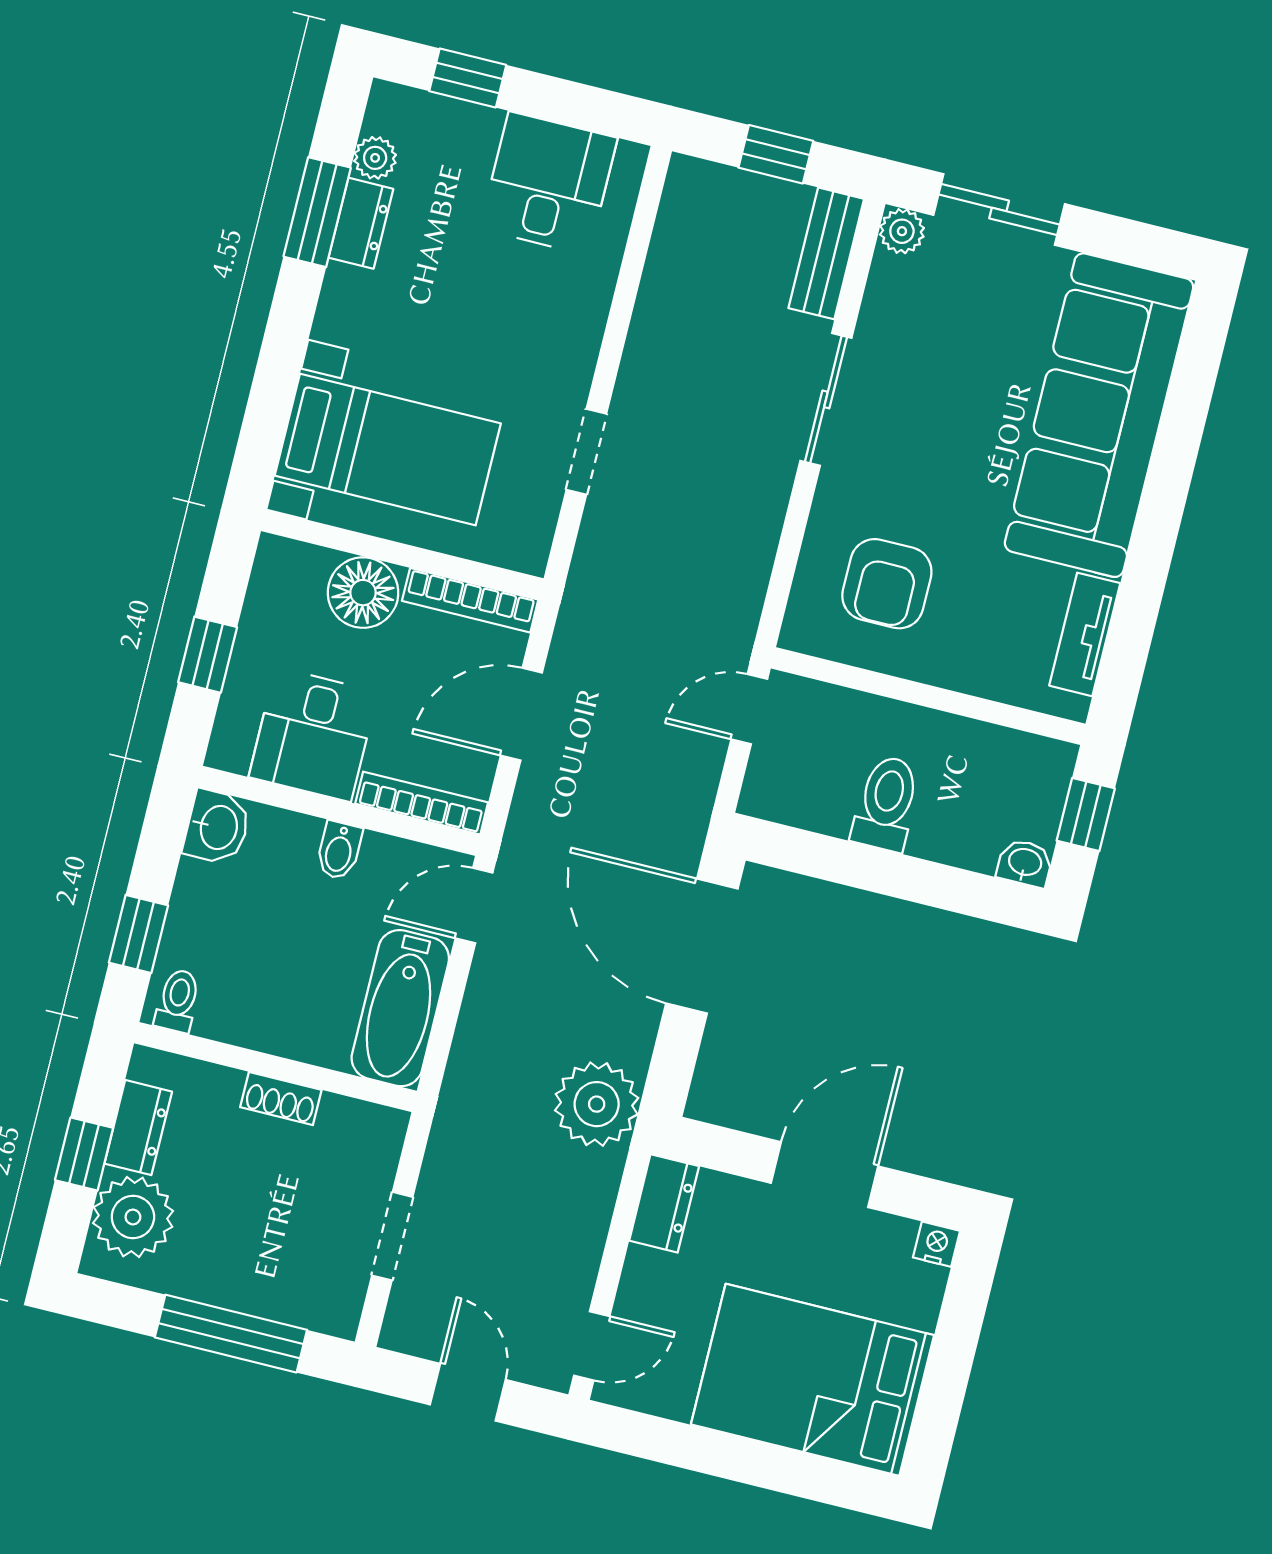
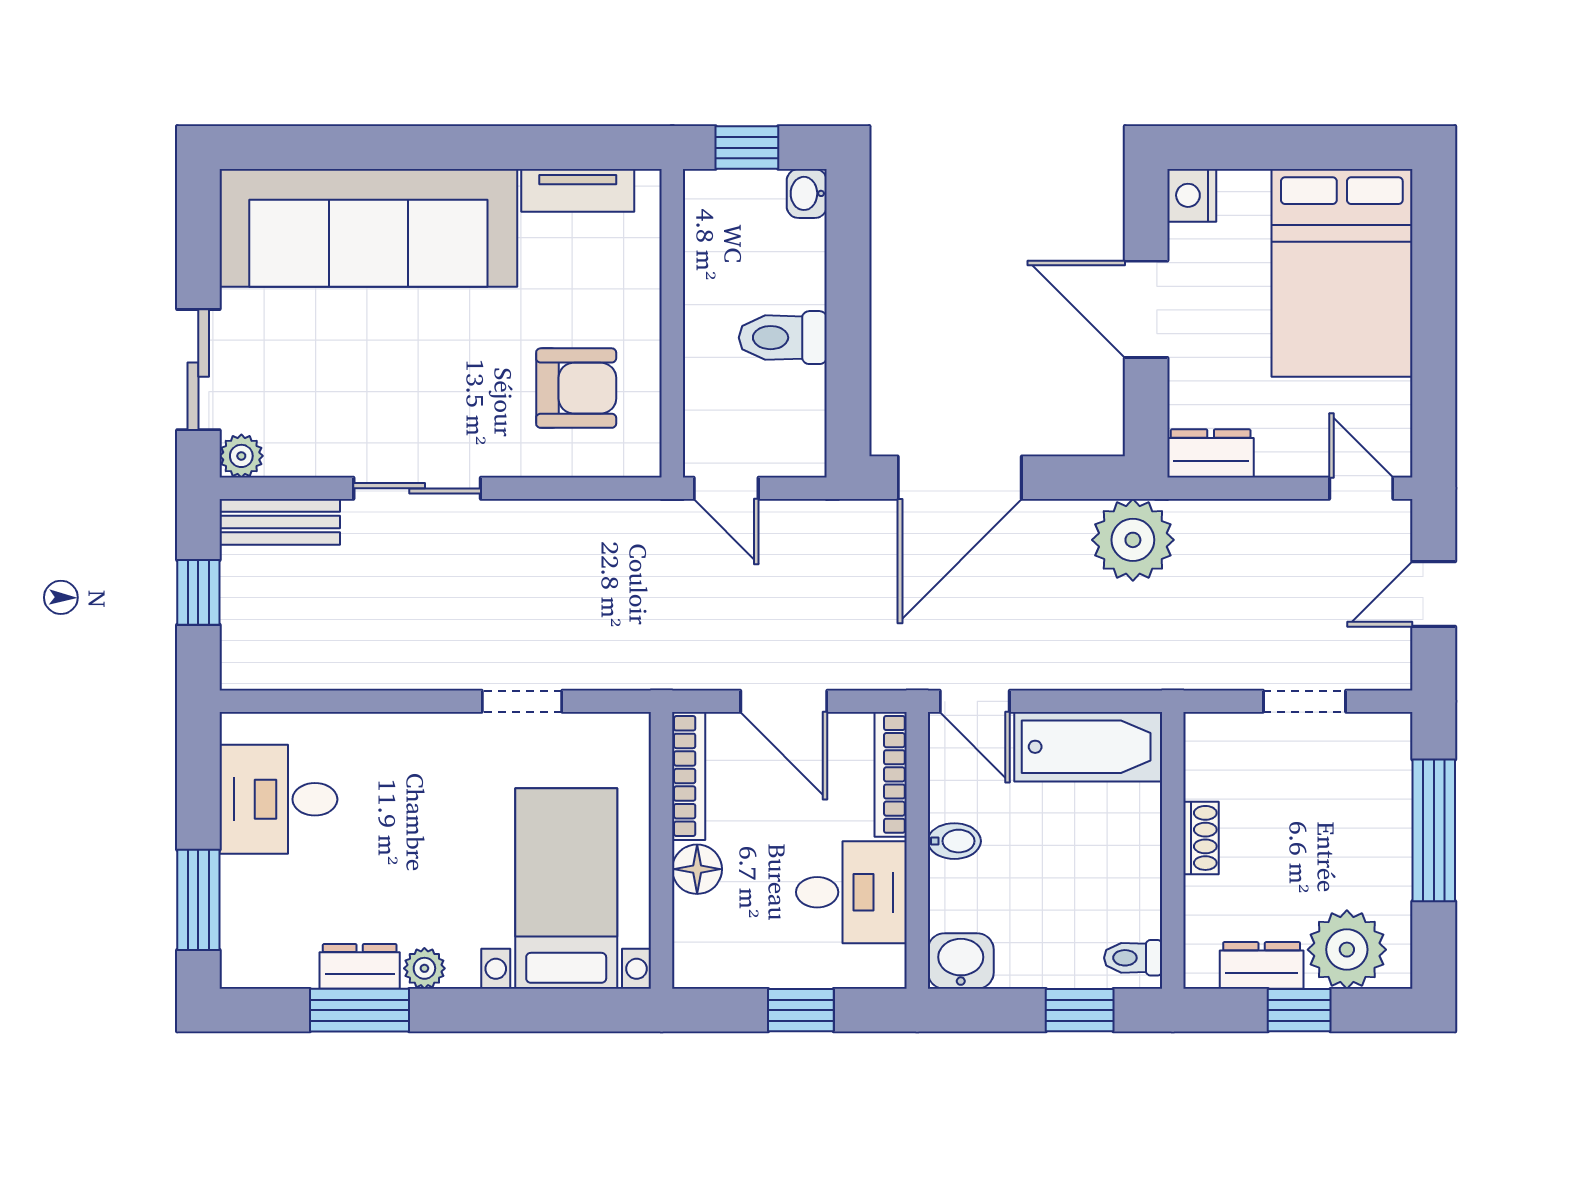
window: (468, 78) -> (198, 900), width x1.50
plant: (375, 158) -> (424, 968), moved
floor lamp: (363, 593) -> (697, 869), width x0.73, depth x0.73
nightstand: (936, 1244) -> (1192, 195), width x1.39, depth x1.35

